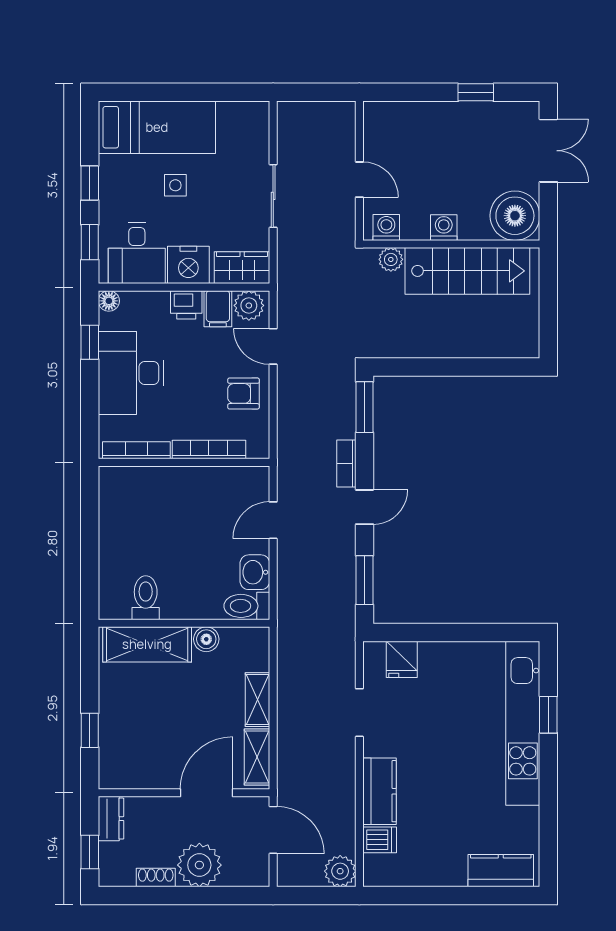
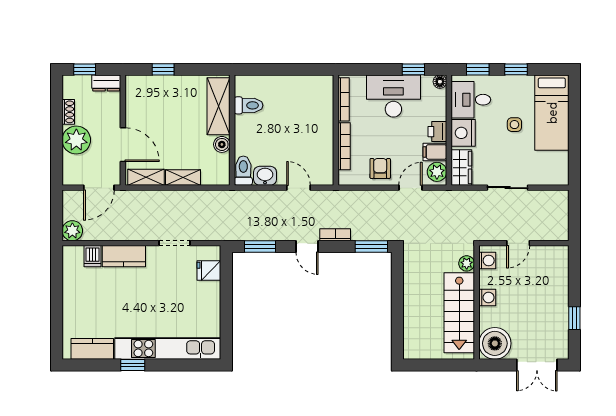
window: (548, 715) -> (133, 365), moved
kitchen counter: (501, 871) -> (92, 349), moved, turned -90

